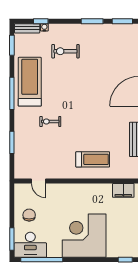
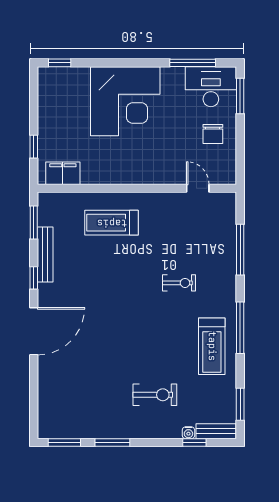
treadmill: (30, 82) -> (212, 346), width x0.73, depth x0.73
window: (12, 142) -> (240, 250), width x1.44
window: (42, 260) -> (193, 63), width x0.68

